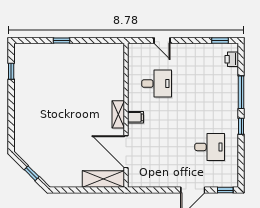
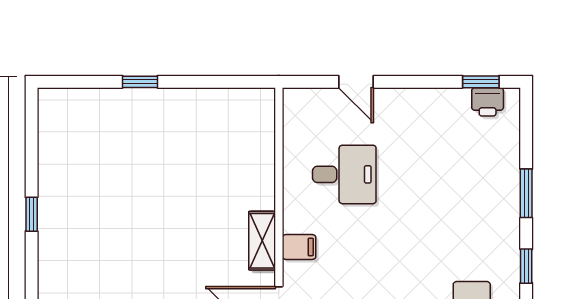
printer: (232, 59) -> (488, 102), moved, turned -90
window: (11, 71) -> (32, 214), moved
window: (241, 92) -> (526, 193), width x0.69

